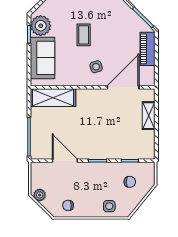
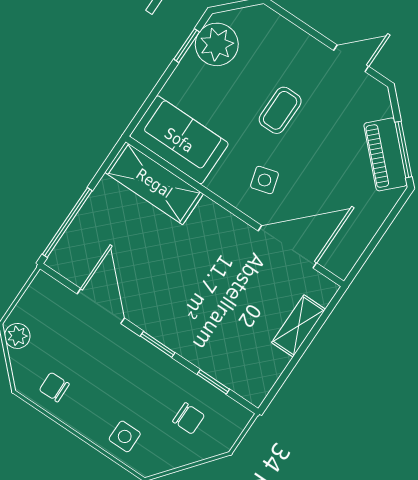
piano: (148, 49) -> (385, 154), moved, turned -45
sofa: (43, 58) -> (179, 140), moved, turned -90

